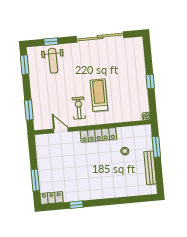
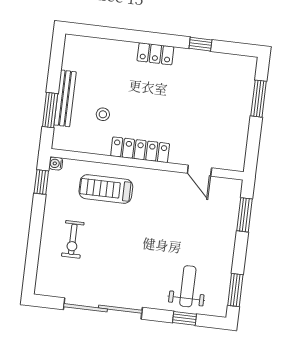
window: (150, 82) -> (41, 182), moved
treadmill: (99, 95) -> (106, 189), moved, turned 90
exercise bike: (79, 108) -> (73, 239), moved
bench: (150, 168) -> (65, 98), moved
locker: (52, 198) -> (155, 54), moved

